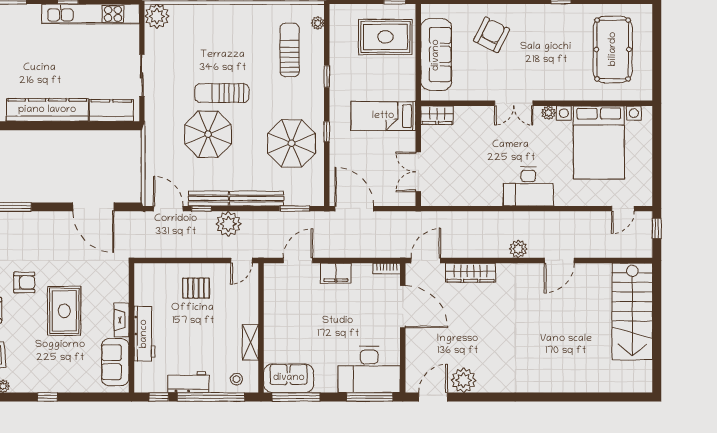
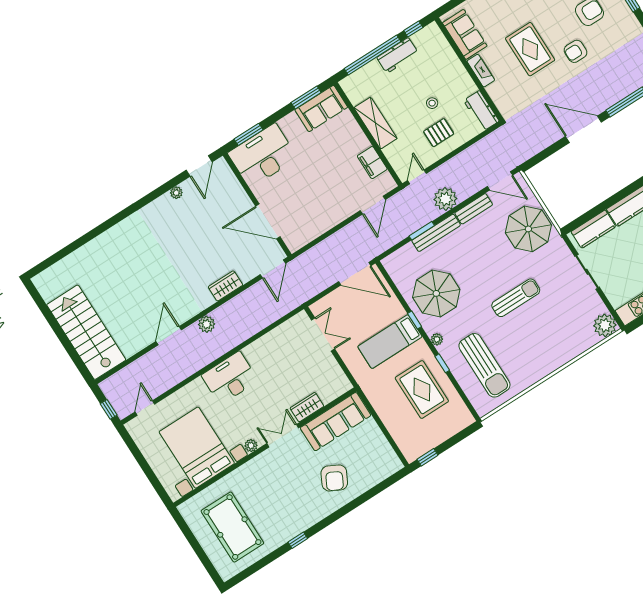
plant: (318, 23) -> (437, 339), moved
rug: (385, 37) -> (422, 390), moved, turned 90
sun lounger: (290, 50) -> (484, 365), width x1.36, depth x1.34
sofa: (436, 55) -> (336, 422), moved, turned -90
wardrobe: (437, 115) -> (307, 407), moved
bed: (383, 116) -> (390, 342), moved, turned 180
parasol: (208, 134) -> (528, 229), moved
door: (93, 207) -> (583, 129), moved
window: (201, 209) -> (474, 197), removed
window: (295, 209) -> (422, 231), moved
bookcase: (387, 268) -> (300, 243), removed
filing cabinet: (336, 273) -> (372, 163), moved, turned -90
wardrobe: (471, 273) -> (225, 286), width x0.67
workbench: (144, 334) -> (481, 111), moved, width x0.73
shelving: (250, 342) -> (376, 123), width x1.50, depth x1.33
stool: (236, 379) -> (432, 103), moved
plant: (464, 380) -> (176, 193), width x0.53, depth x0.53
window: (296, 397) -> (306, 98), width x0.69
window: (370, 397) -> (249, 134), width x0.69

